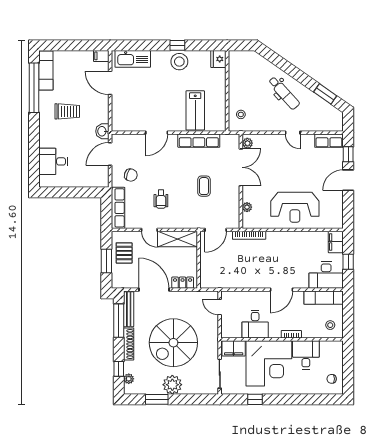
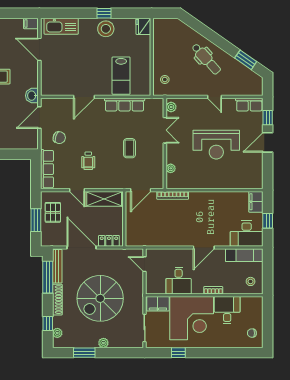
double door: (241, 167) -> (165, 130), width x0.73
reception desk: (295, 207) -> (216, 145), moved
plant: (172, 385) -> (103, 343), width x0.53, depth x0.53

